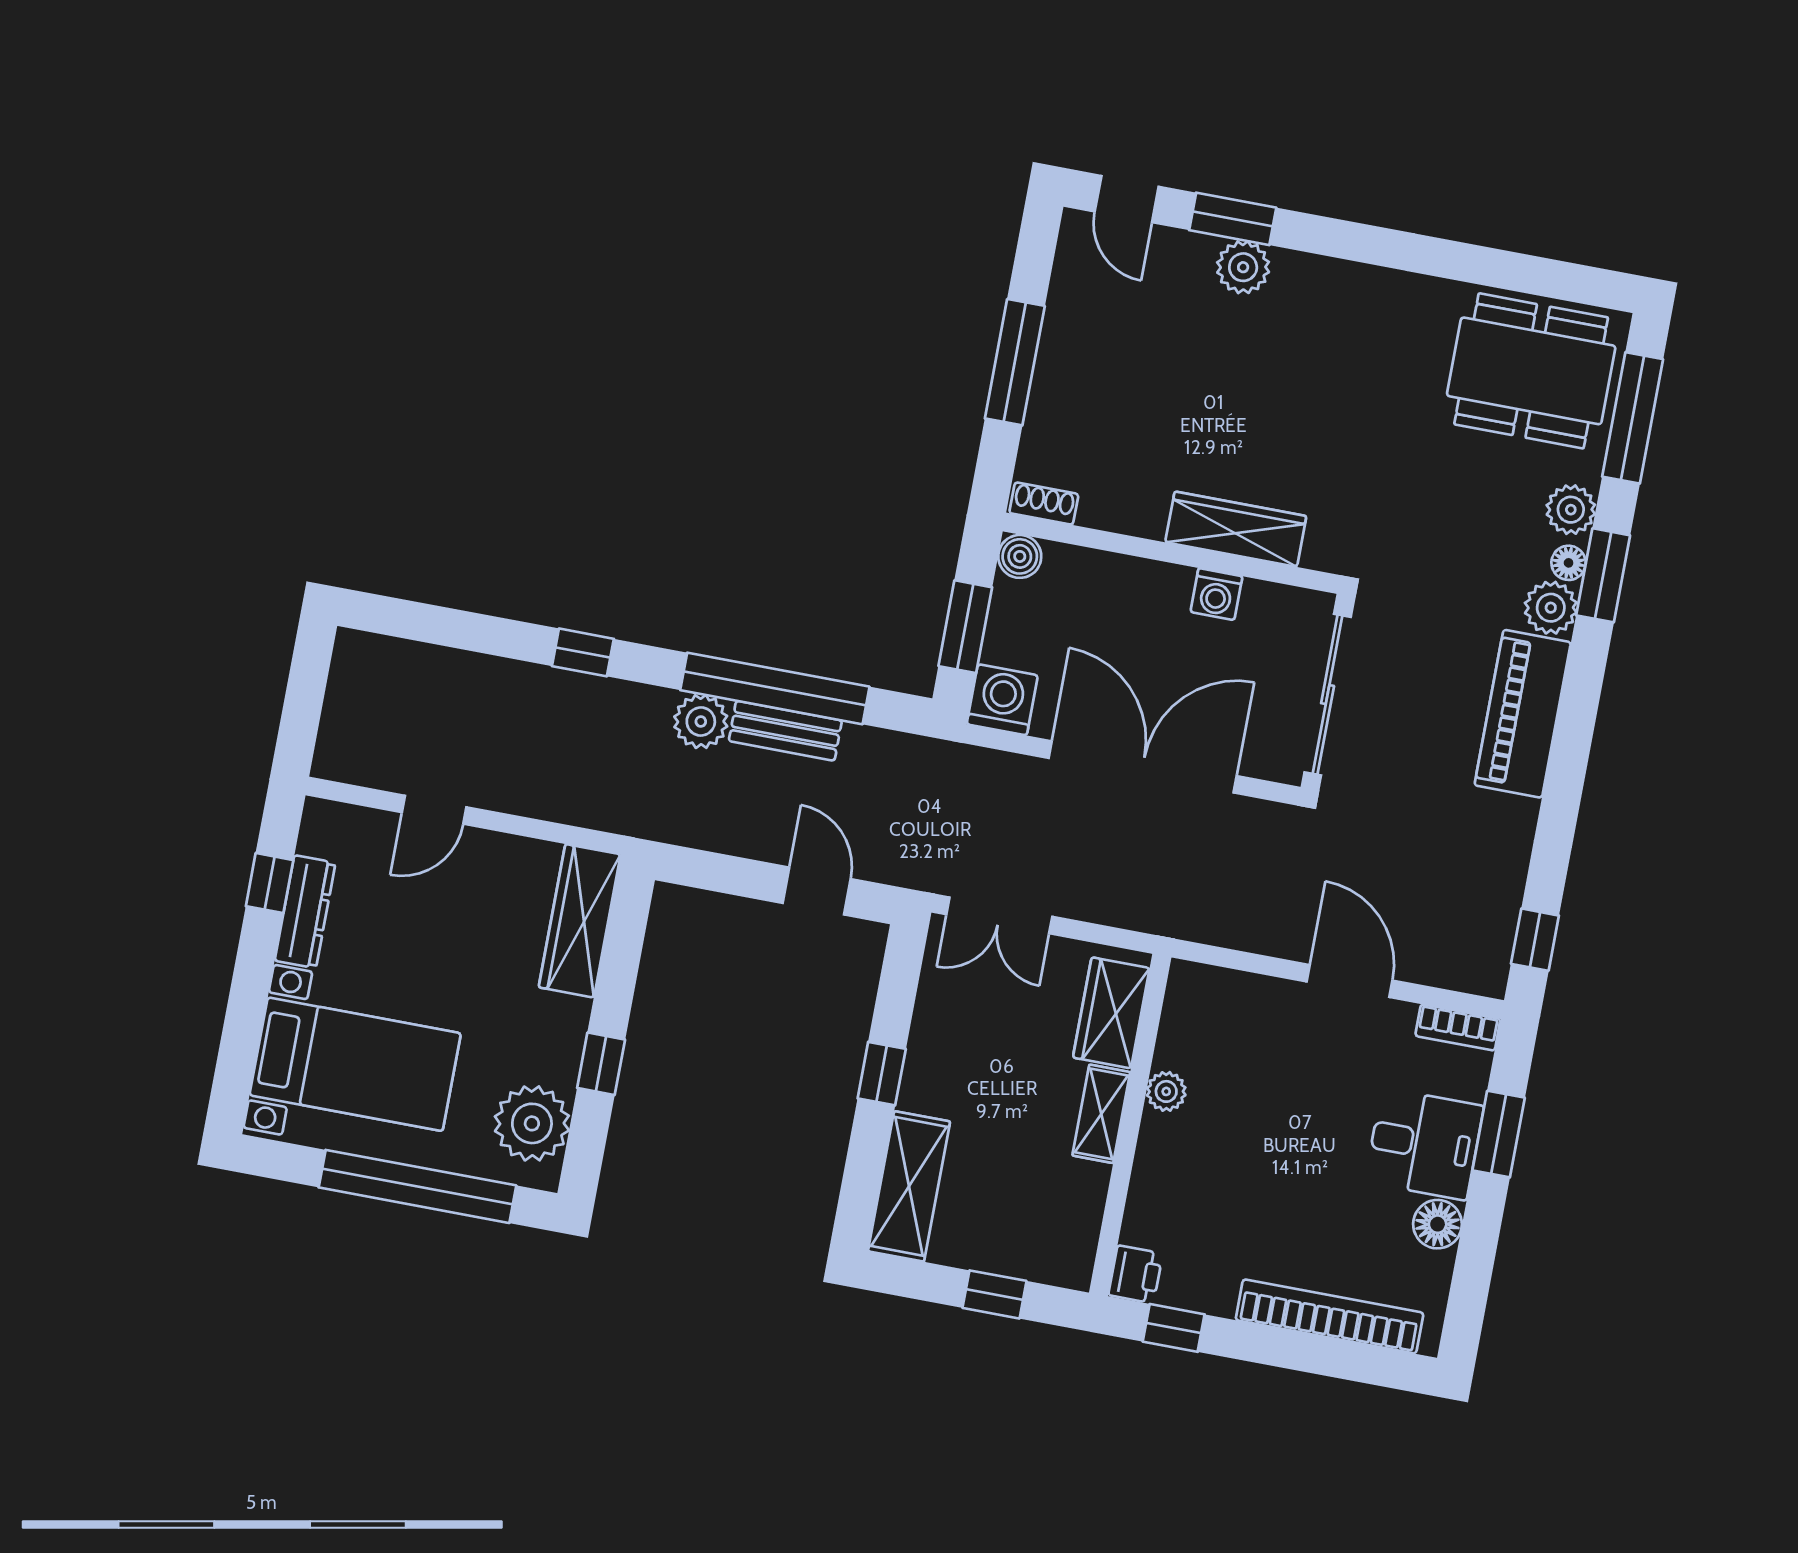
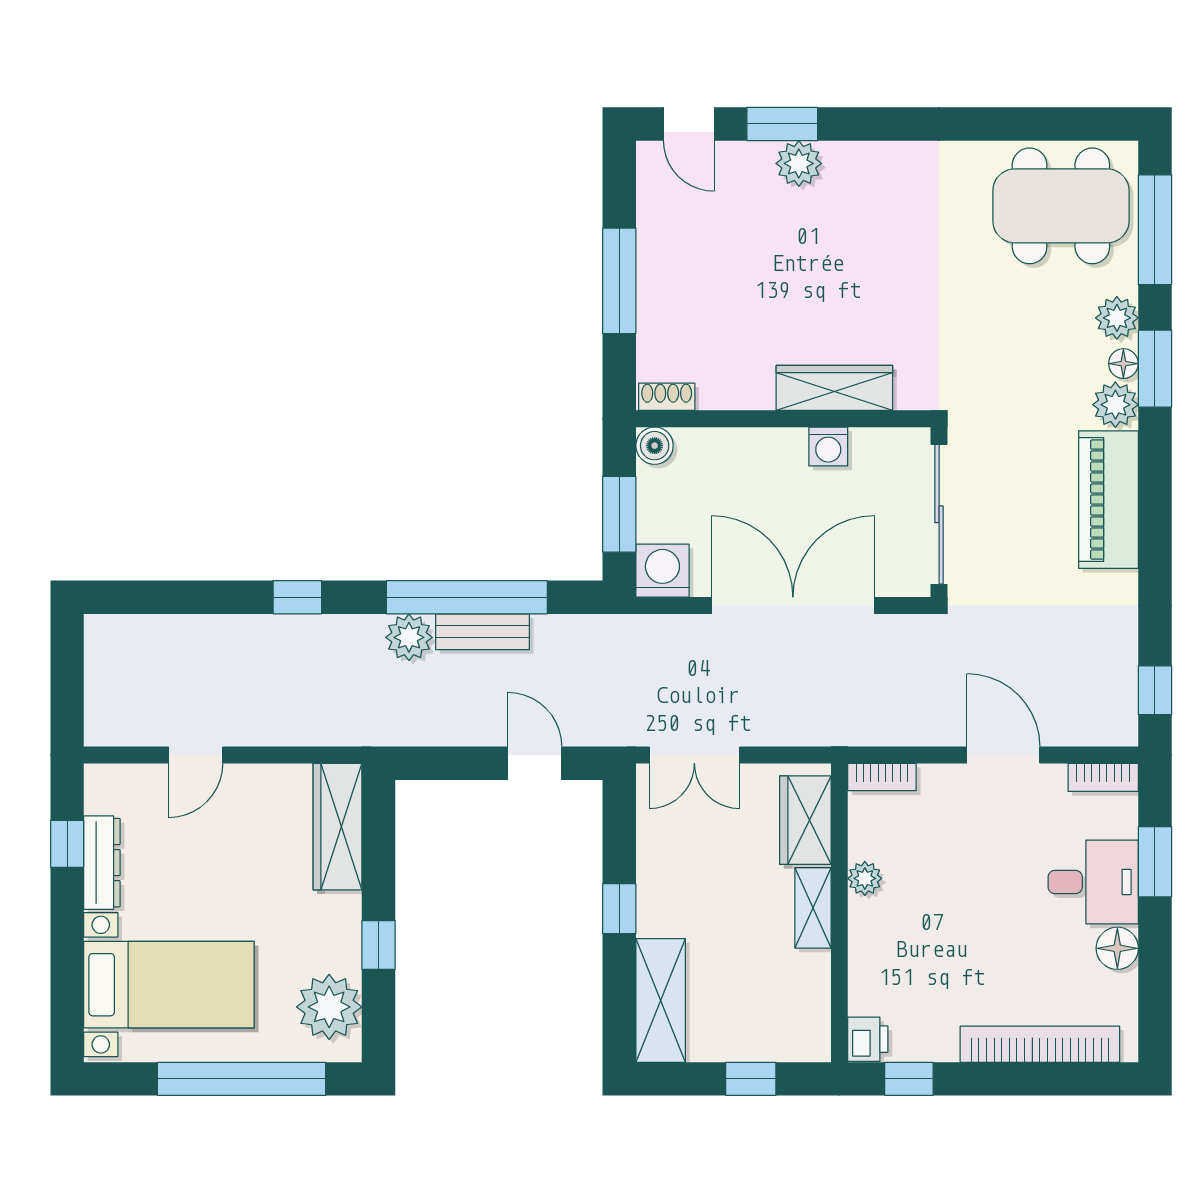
bookcase: (1207, 980) -> (882, 777), added

